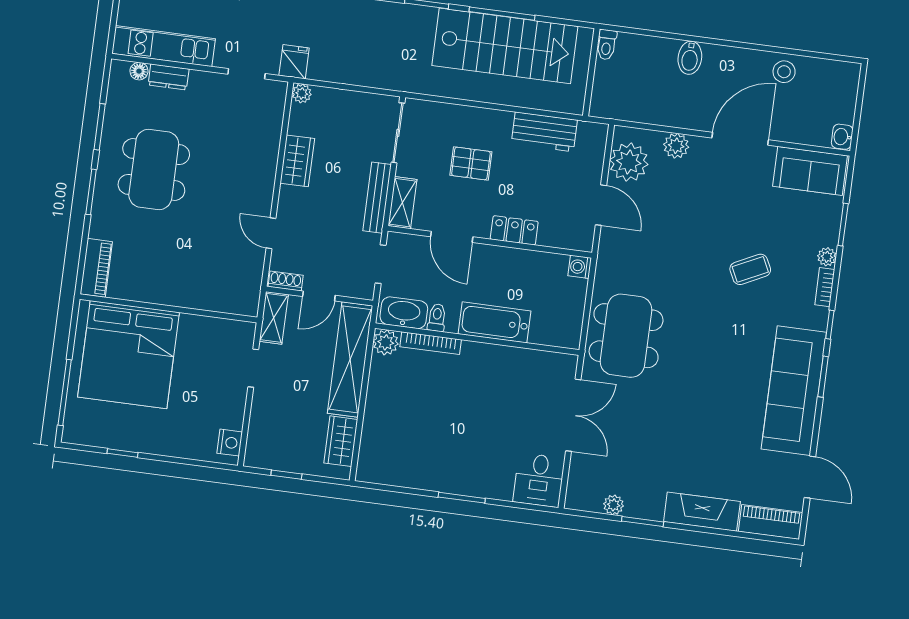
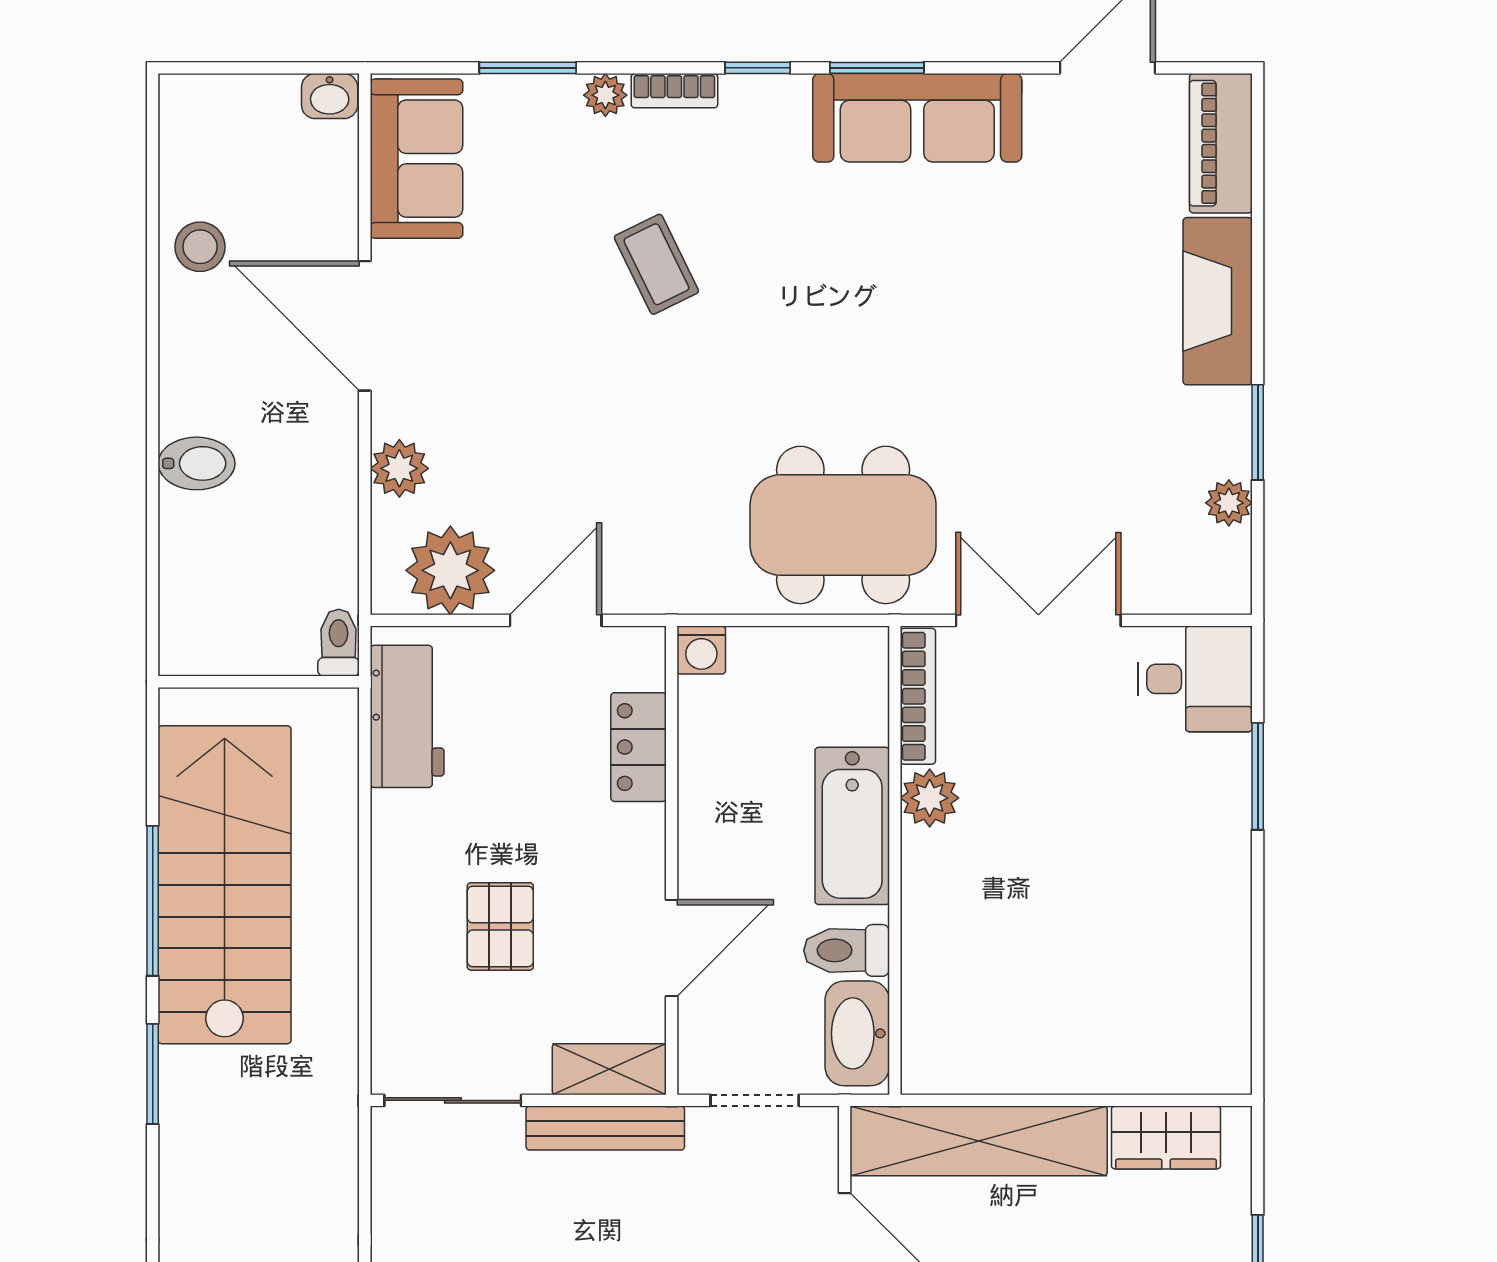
toilet: (606, 45) -> (339, 643), moved, turned -90
workbench: (544, 132) -> (407, 716), moved
locker: (514, 230) -> (639, 747), moved
toilet: (437, 318) -> (847, 950), width x1.37, depth x1.39
plant: (386, 342) -> (930, 798), moved
bookcase: (431, 343) -> (918, 696), moved
sofa: (794, 391) -> (917, 118), width x0.74, depth x0.79
window: (462, 498) -> (1258, 776), moved

